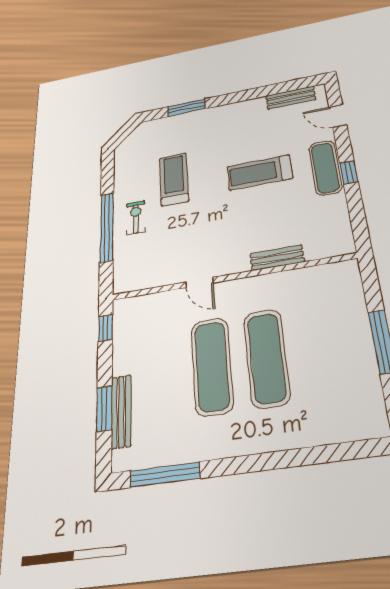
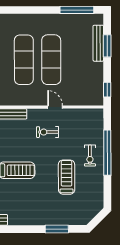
treadmill: (174, 179) -> (67, 177), turned 180
exercise bike: (210, 240) -> (48, 132), added

